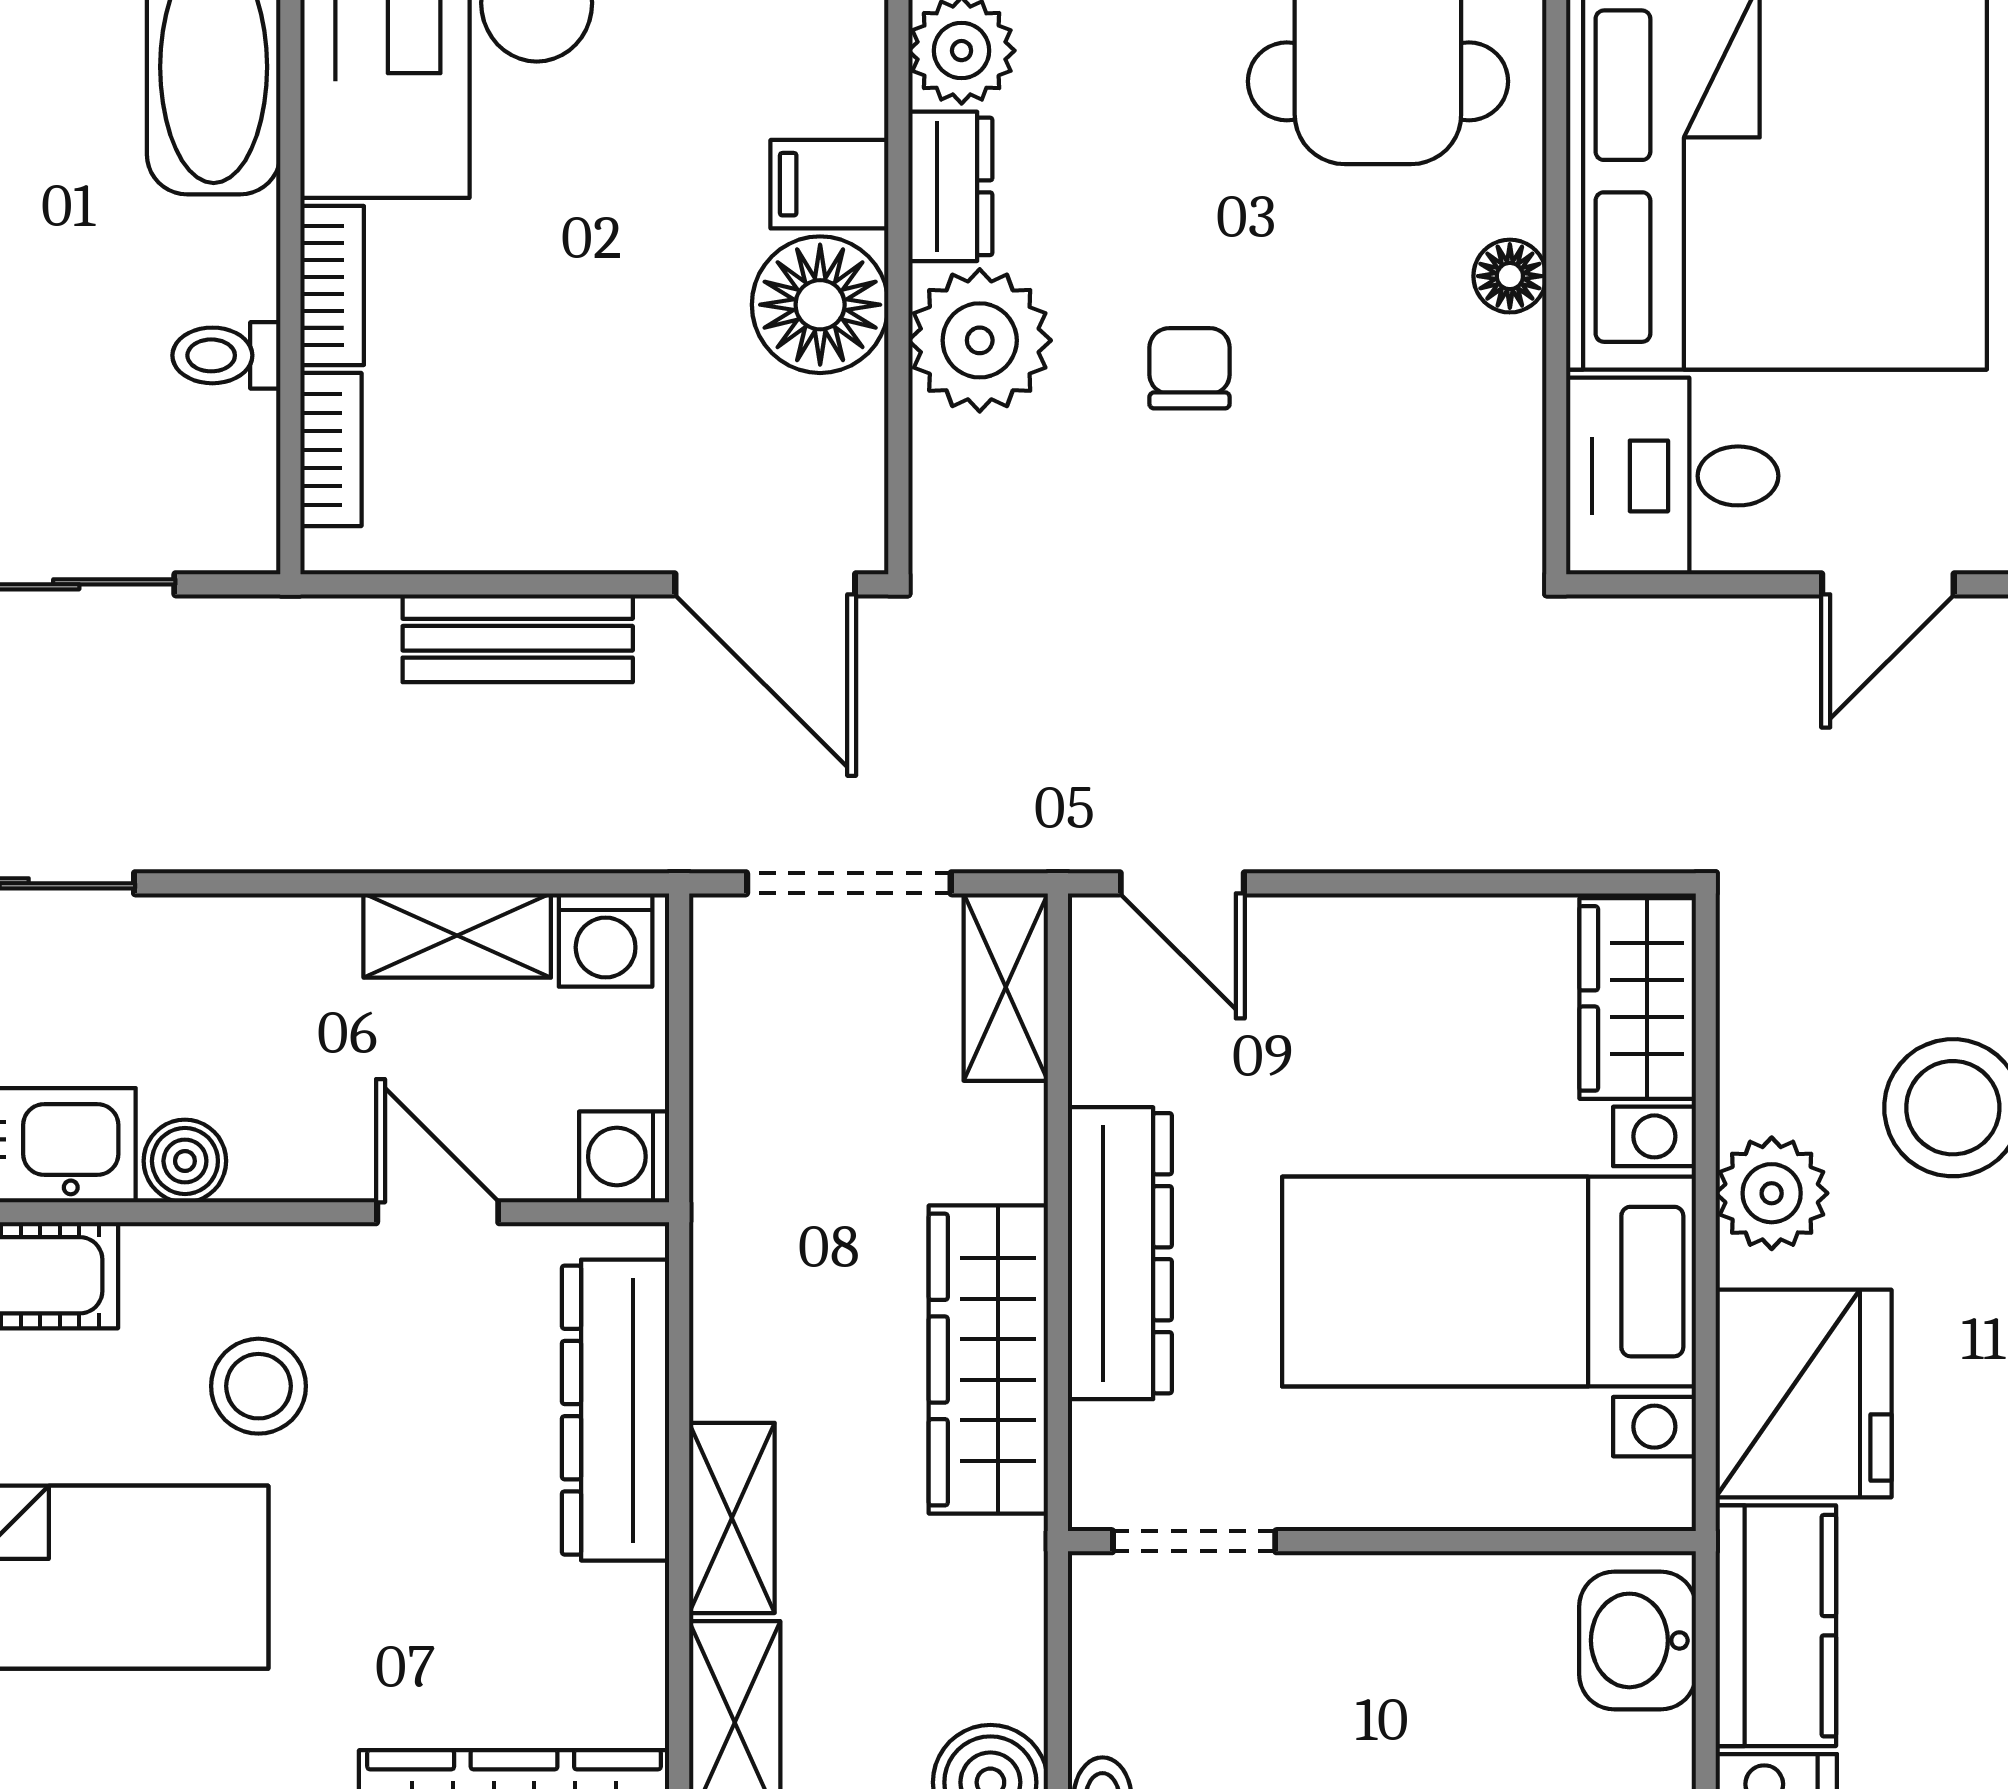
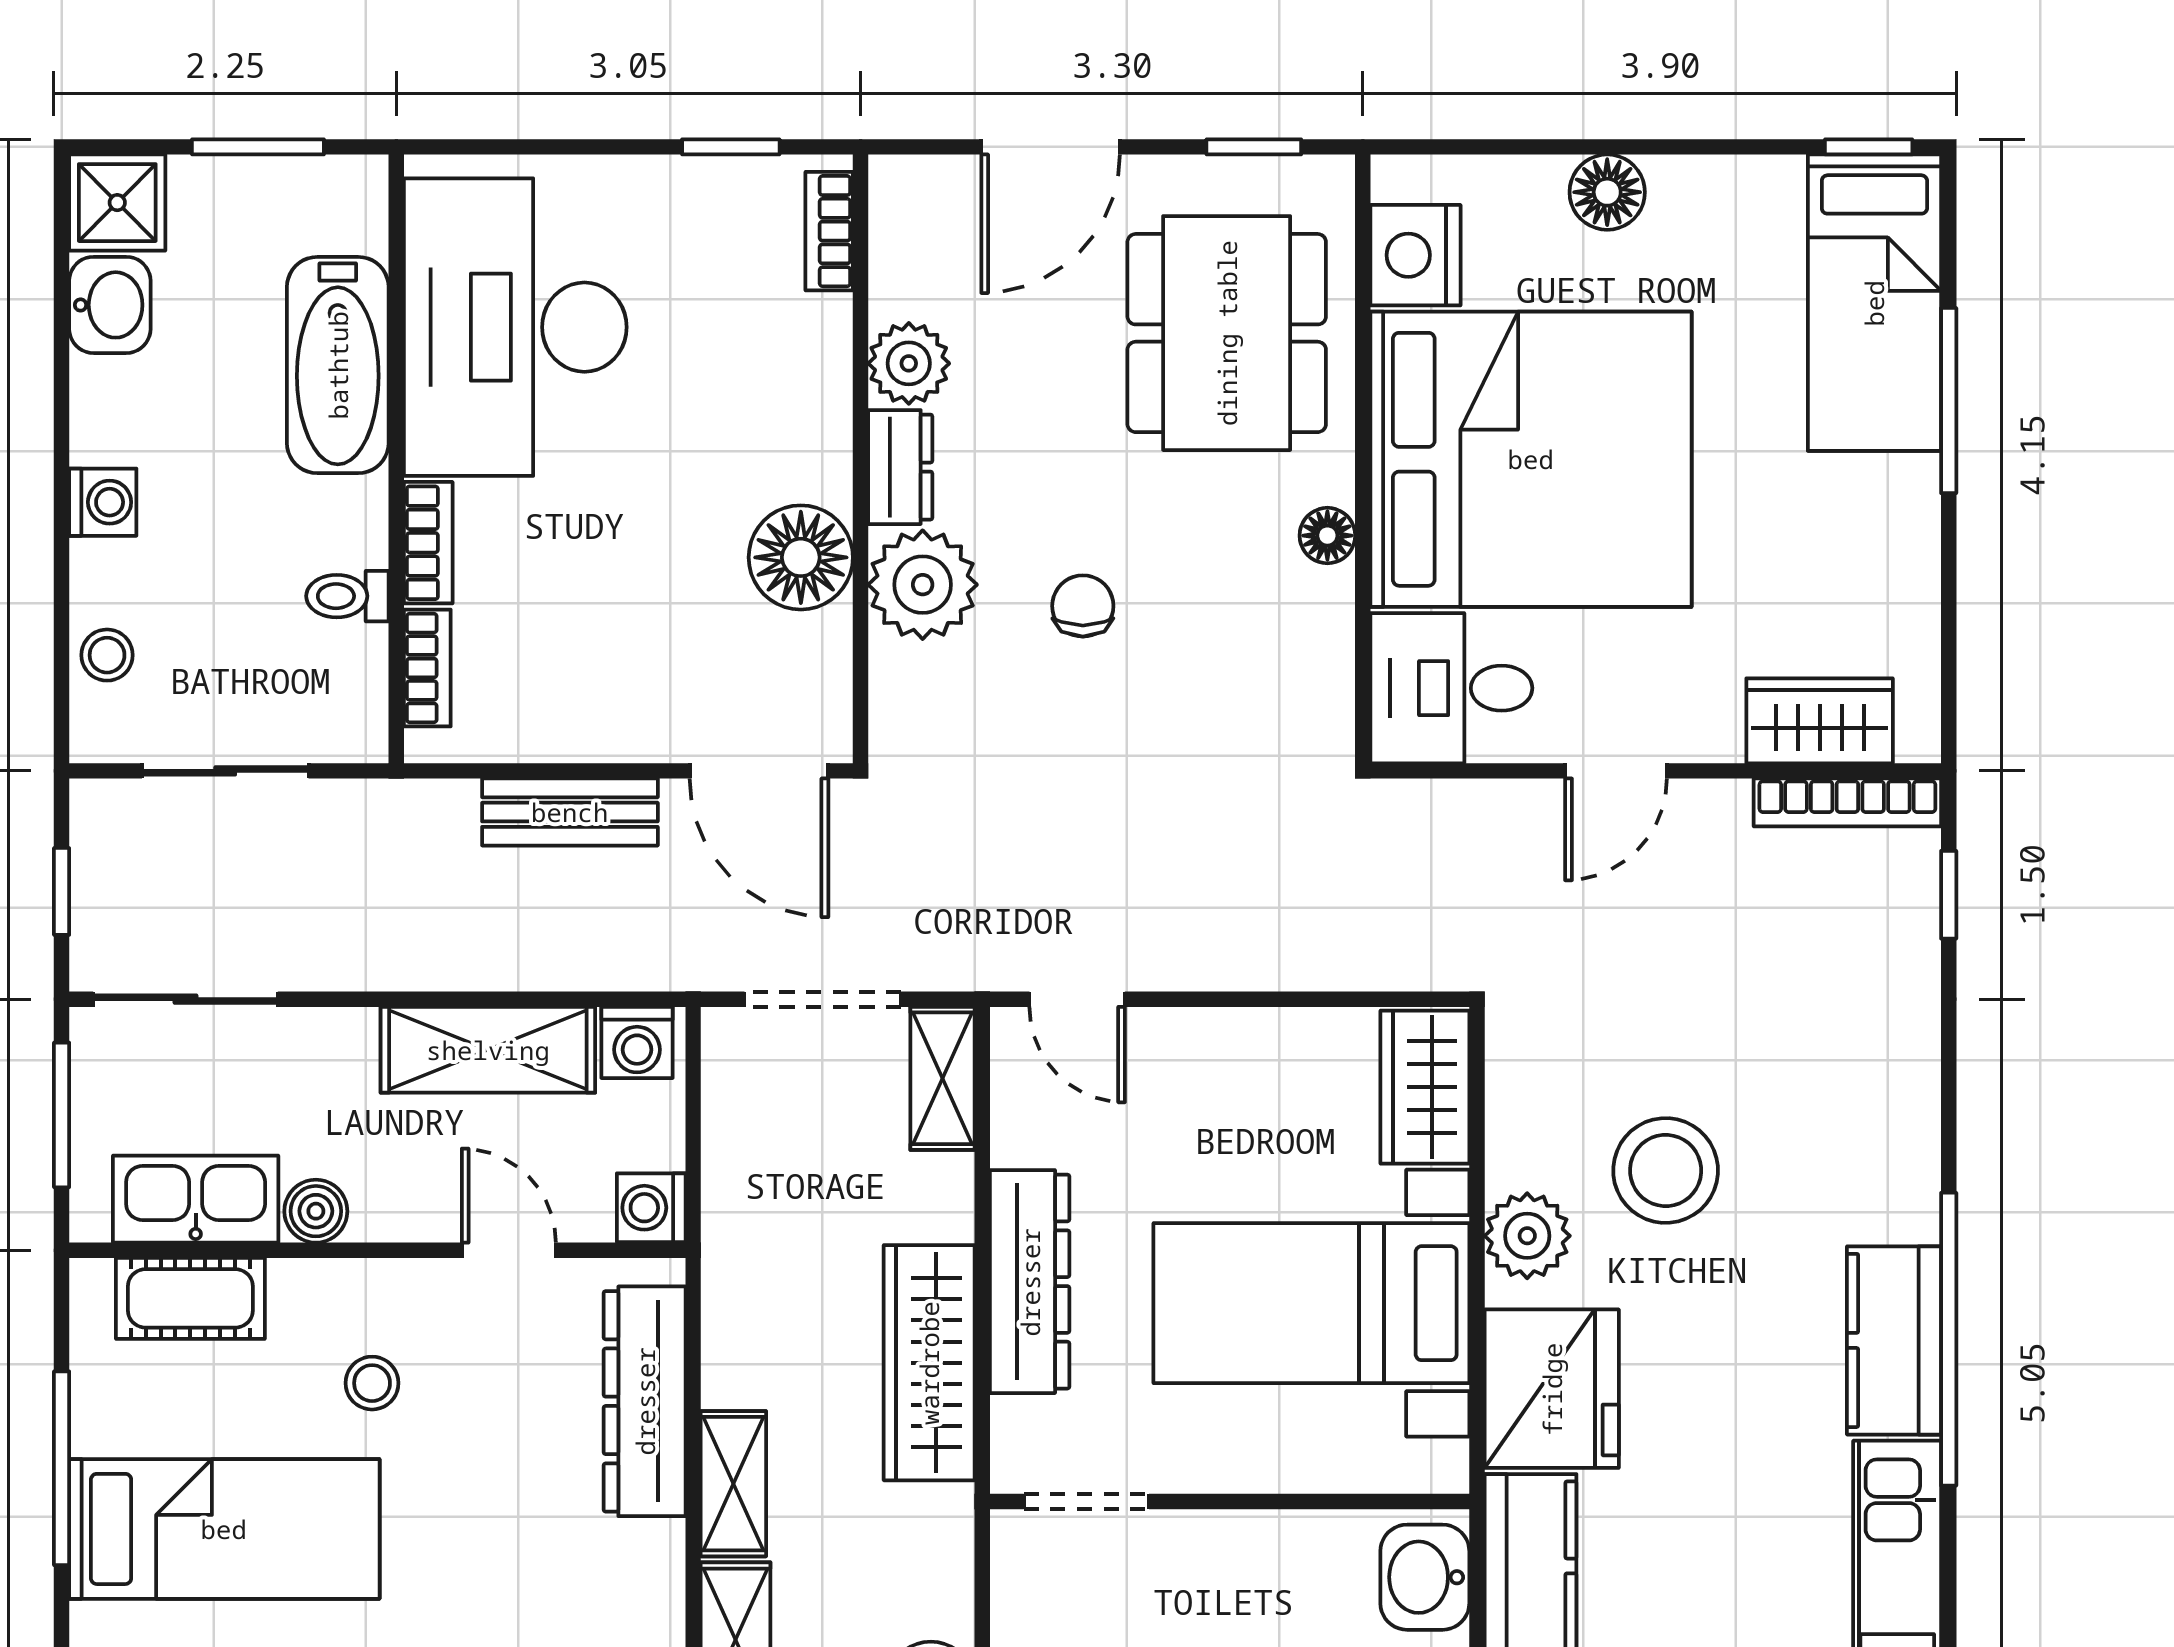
filing cabinet: (829, 184) -> (808, 465), removed
shelving: (457, 935) -> (488, 1050), width x1.50, depth x1.33
stool: (258, 1386) -> (372, 1383), width x0.73, depth x0.73

